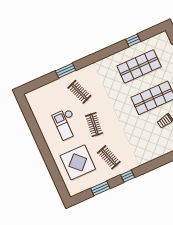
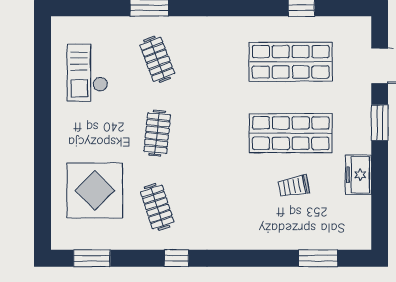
checkout: (66, 124) -> (87, 73), moved
window: (100, 188) -> (92, 258), moved

